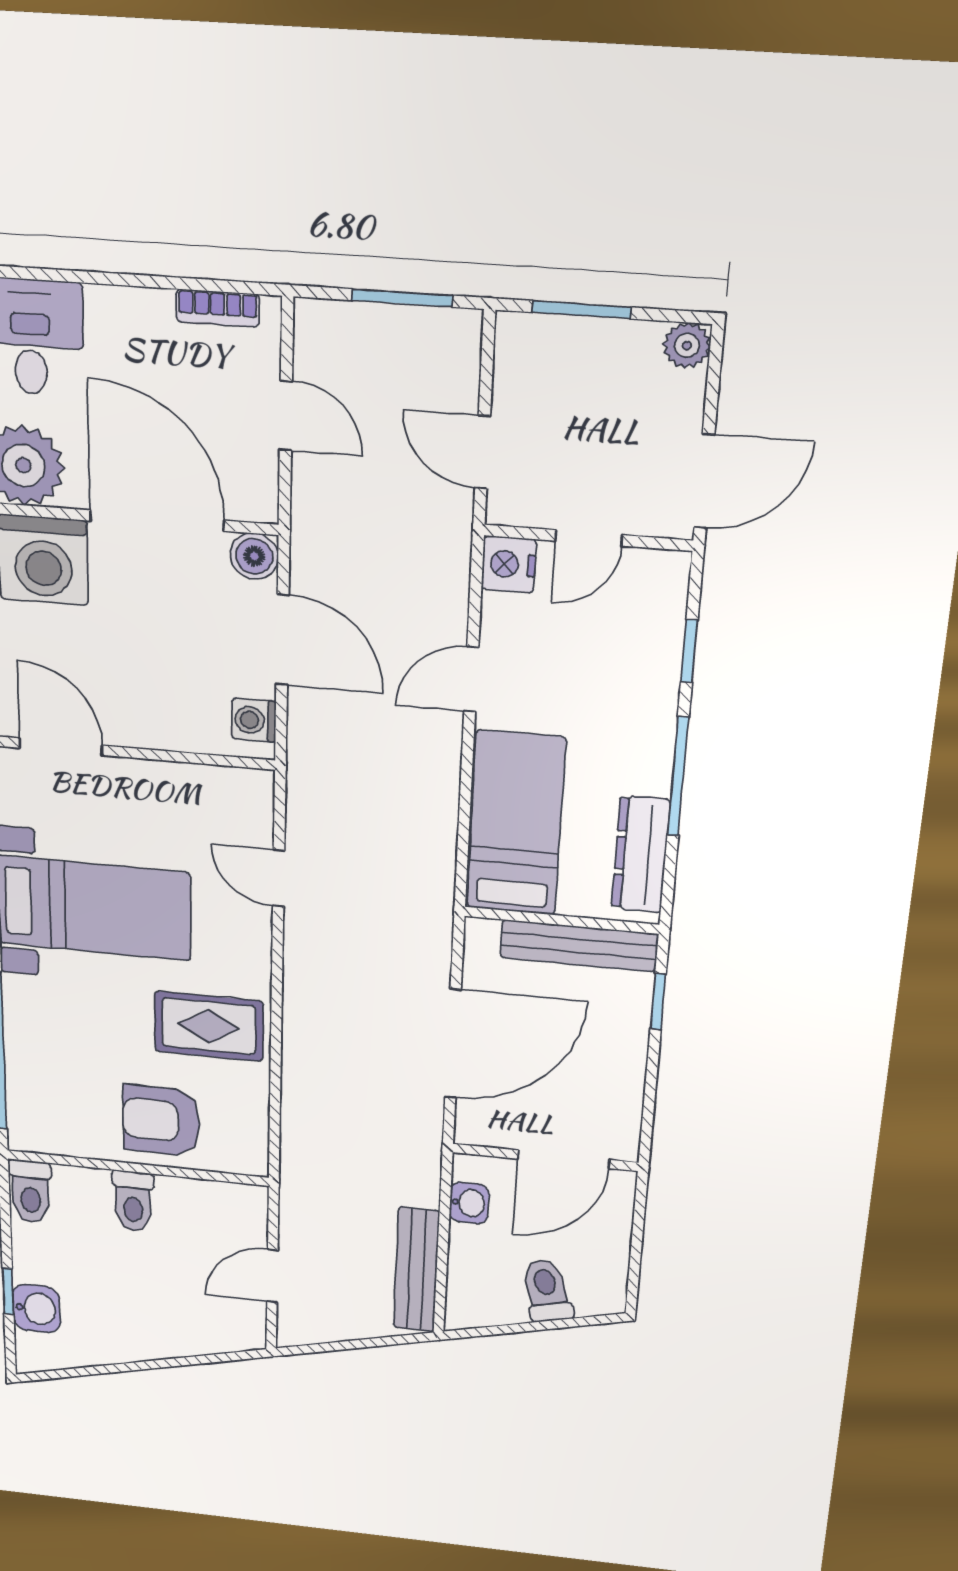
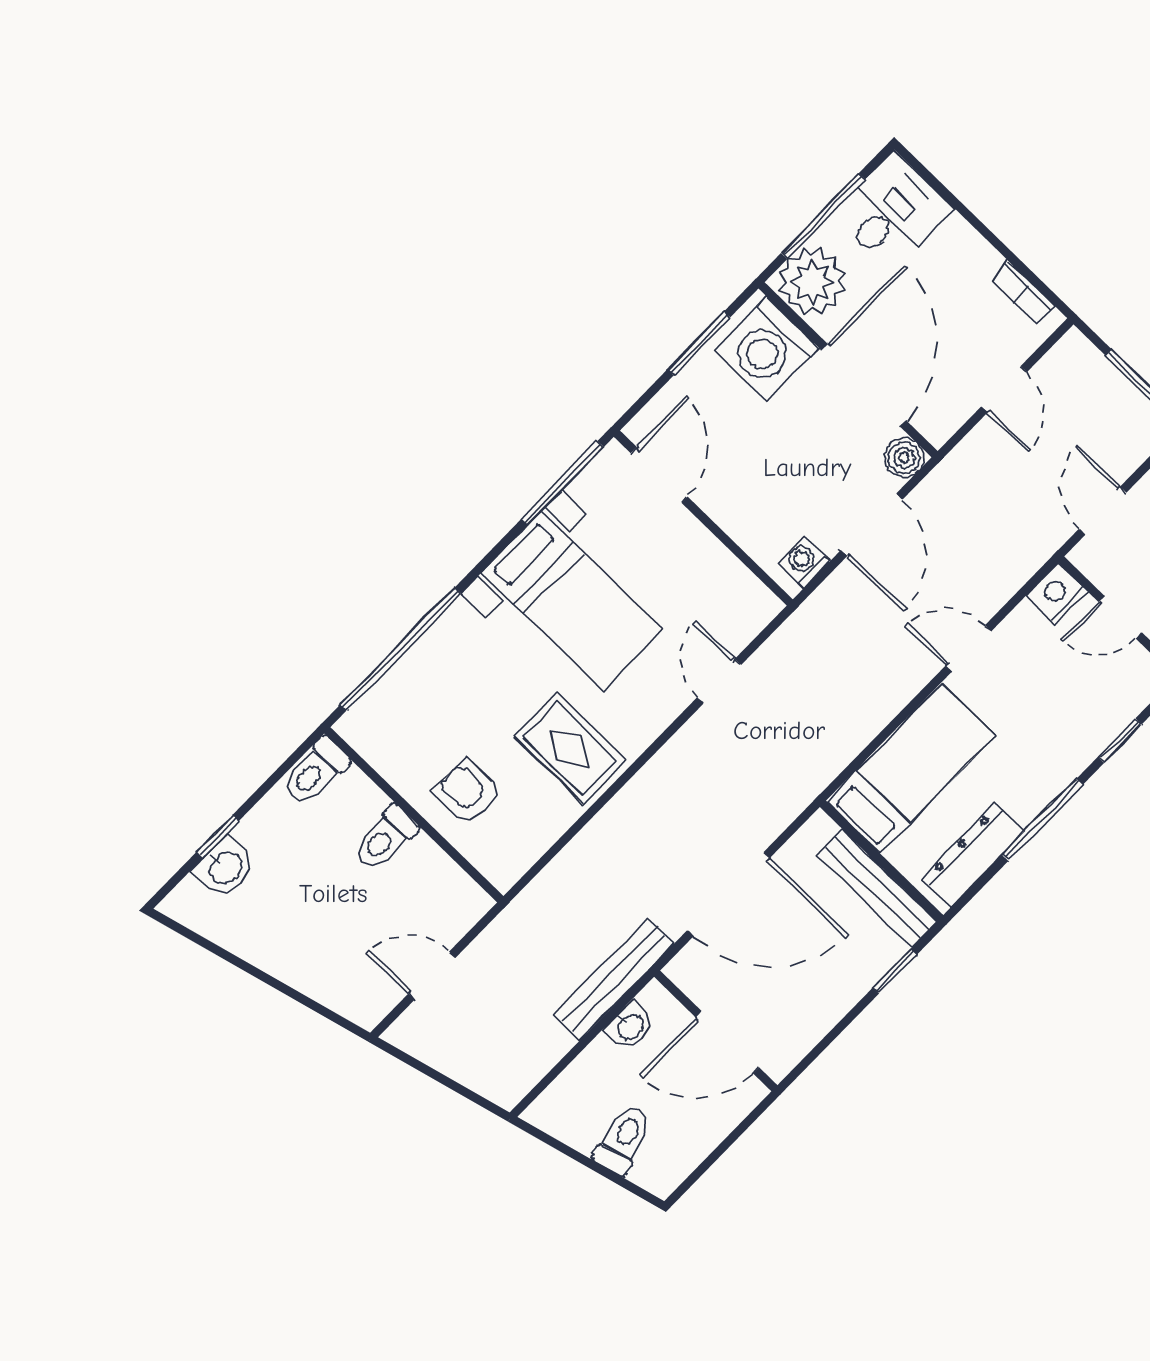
armchair: (161, 1121) -> (467, 792), width x0.72, depth x0.72
bench: (416, 1270) -> (614, 979), moved

